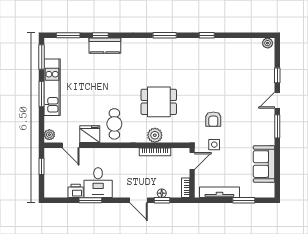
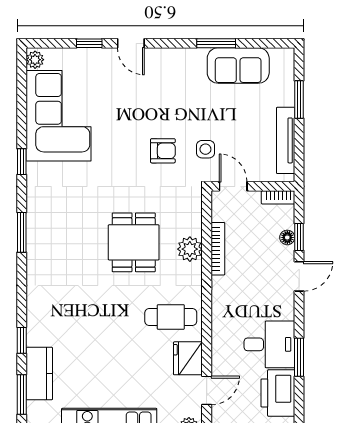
kitchen counter: (105, 46) -> (39, 374), moved
corner sofa: (234, 57) -> (59, 116), added
window: (277, 126) -> (216, 43), moved
printer: (76, 191) -> (278, 393), width x1.87, depth x1.48

